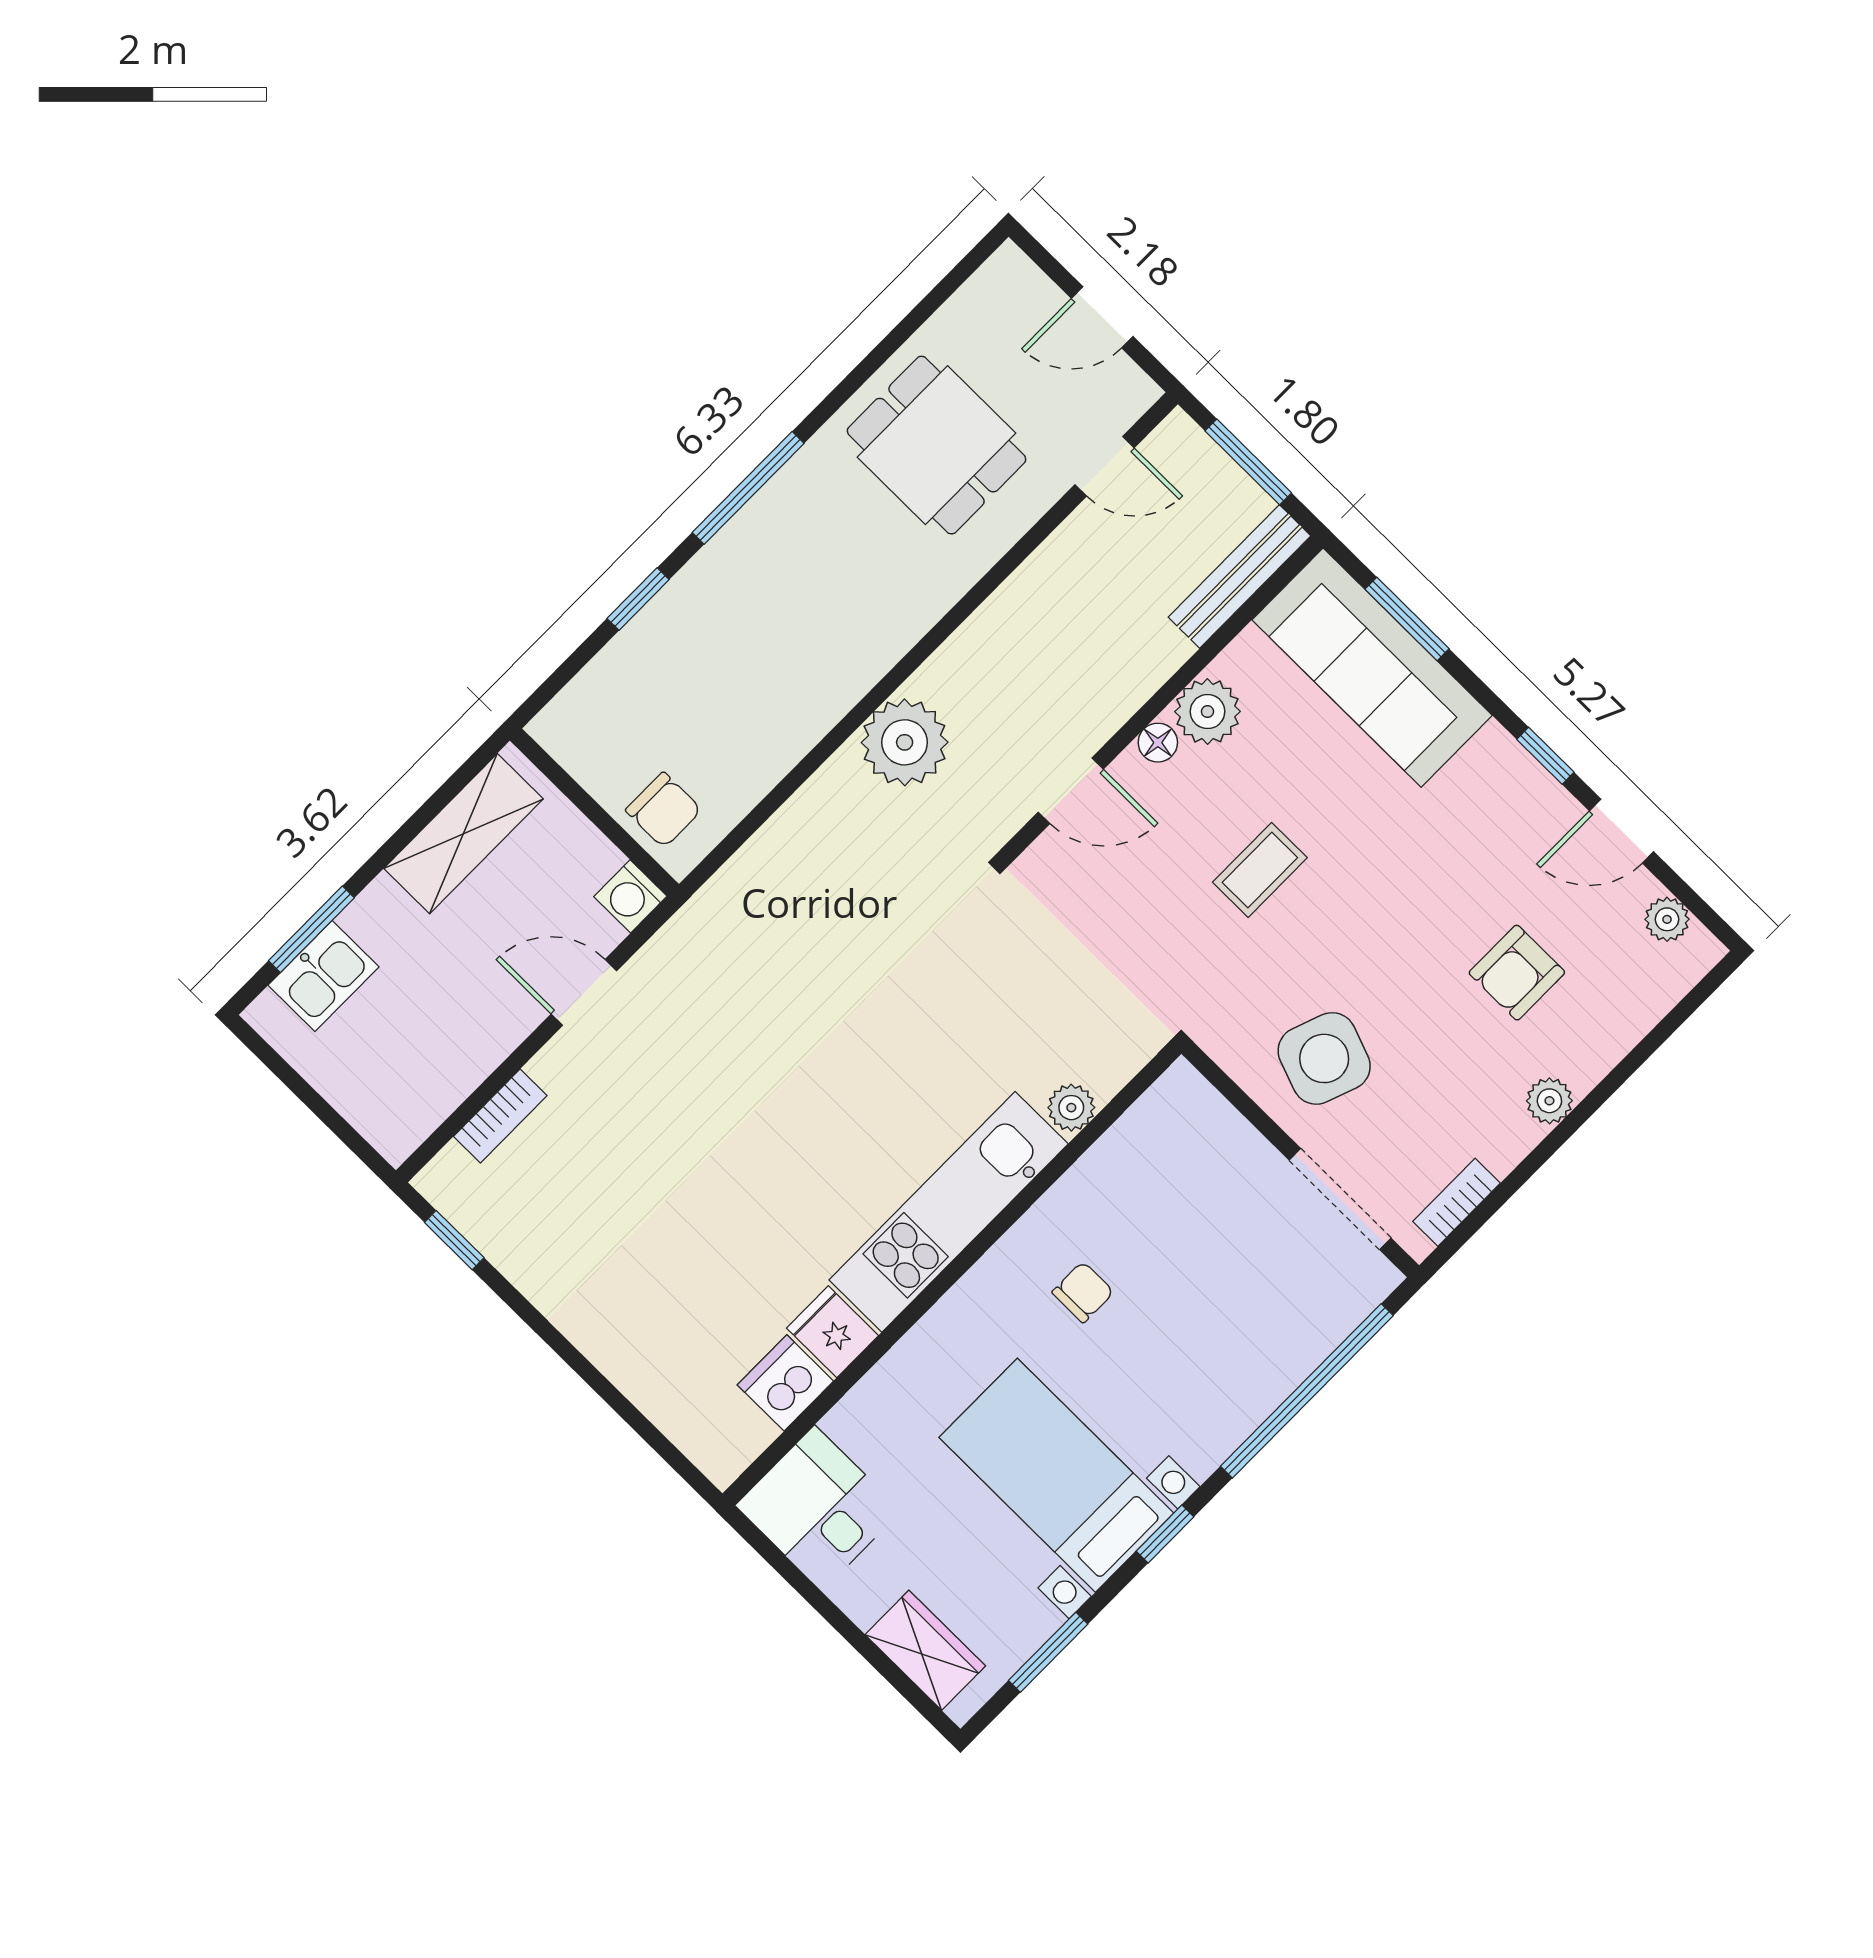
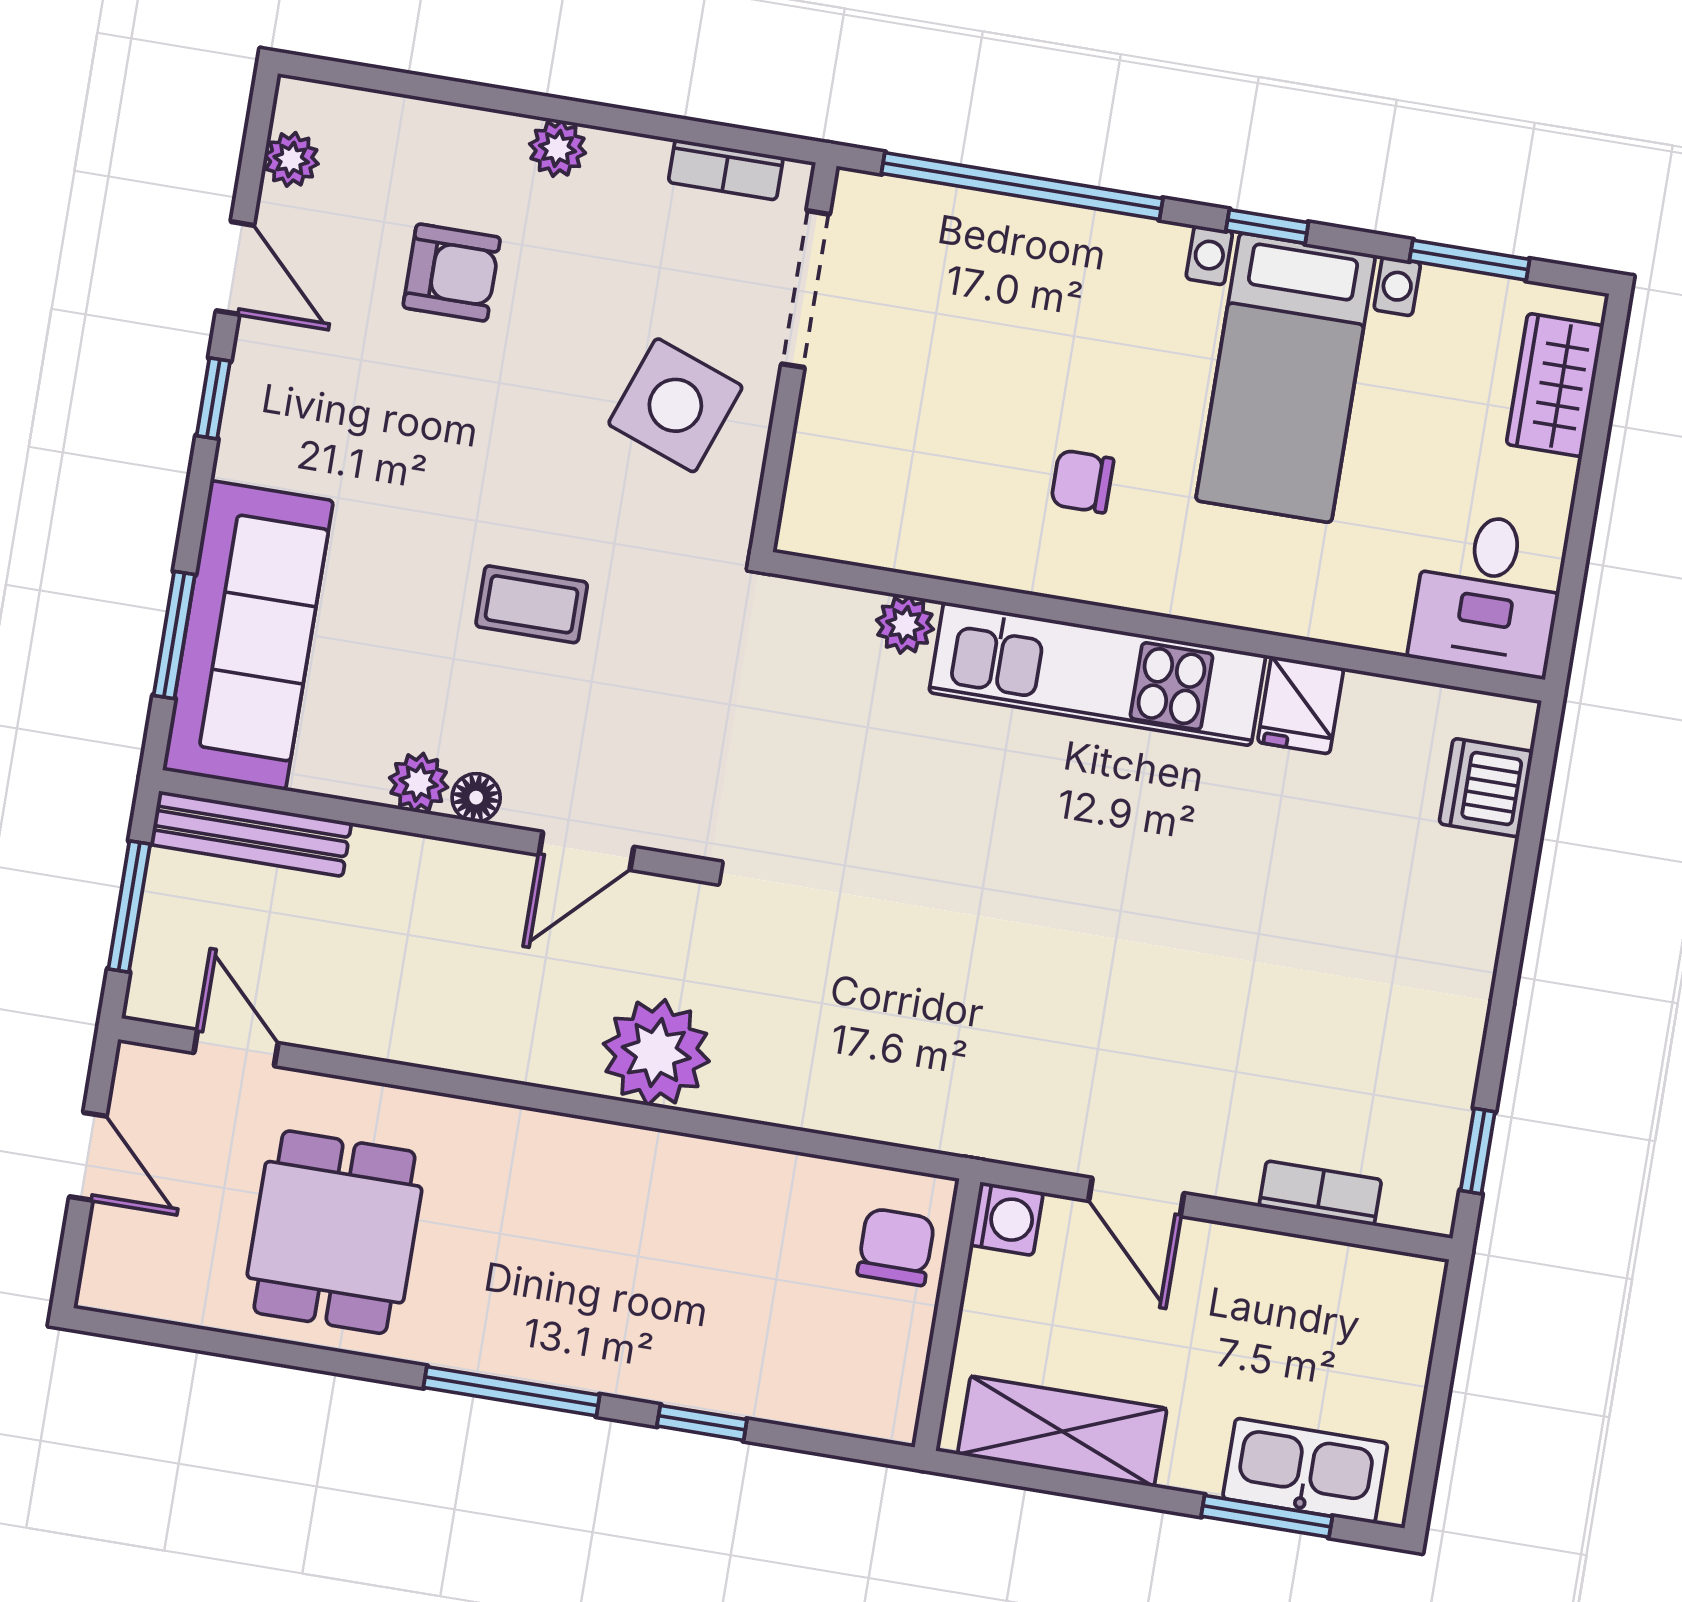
plant: (1208, 712) -> (419, 782), width x0.73, depth x0.73
door: (1071, 791) -> (586, 851), swing flipped
kitchen sink: (324, 976) -> (1305, 1471), width x1.38
dishwasher: (785, 1383) -> (1486, 788), moved, turned 90

